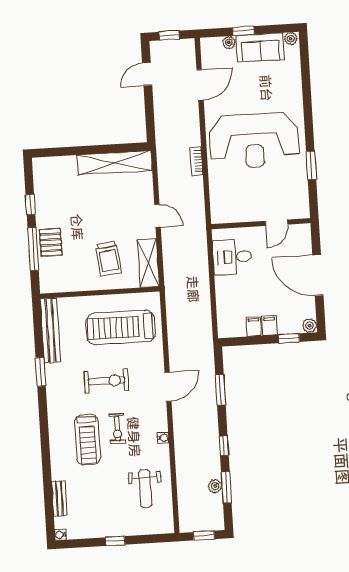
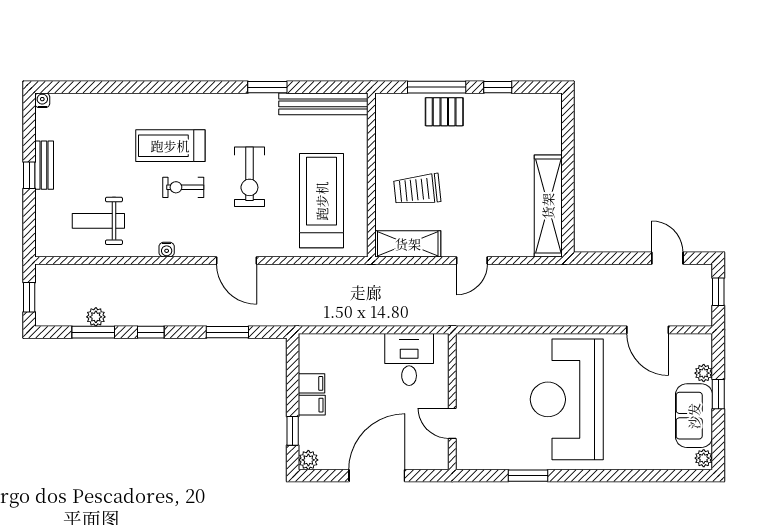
bookcase: (196, 161) -> (543, 319), removed
bench: (59, 499) -> (44, 165), moved, turned 90

